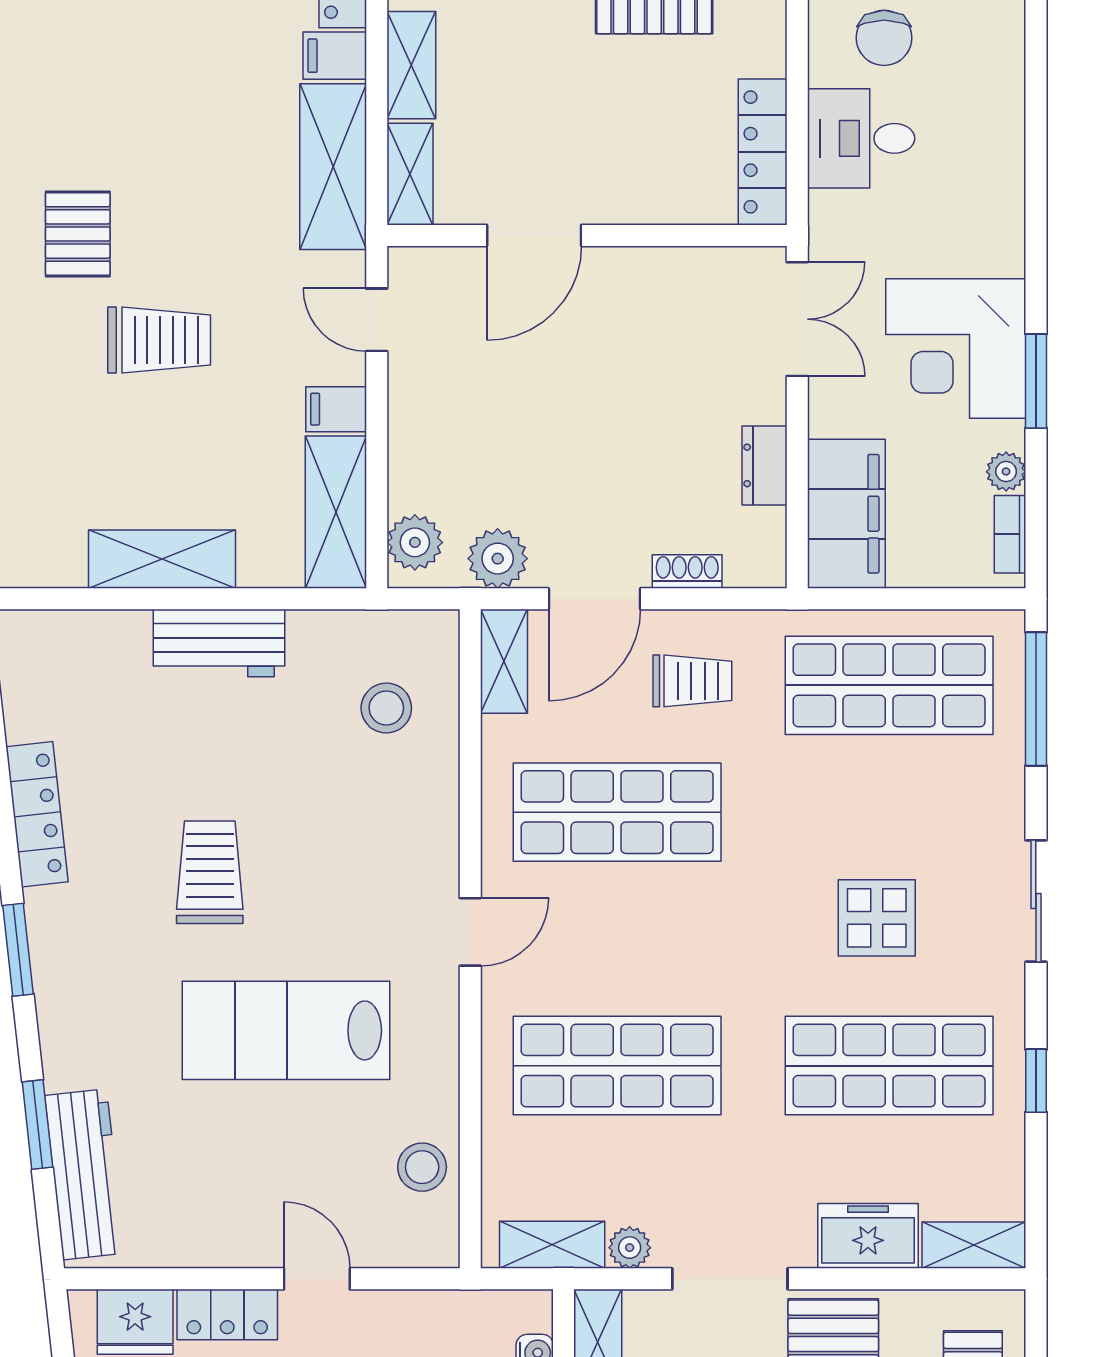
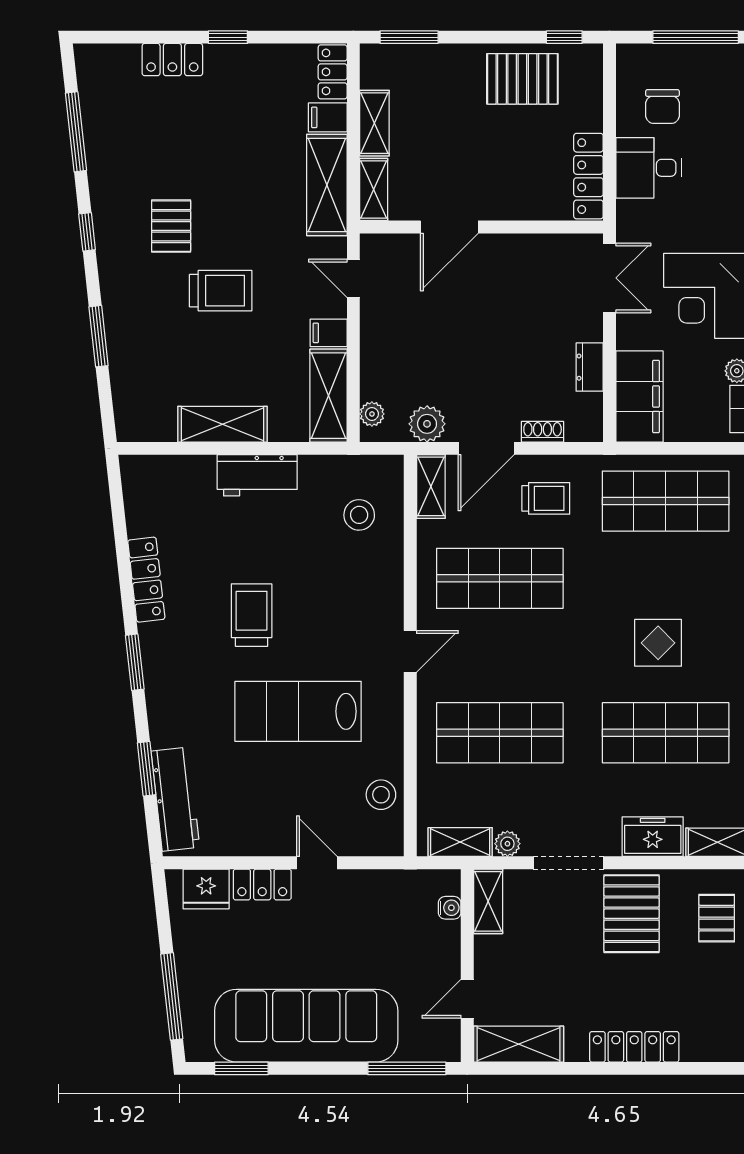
plant: (415, 542) -> (372, 414), width x0.73, depth x0.73

